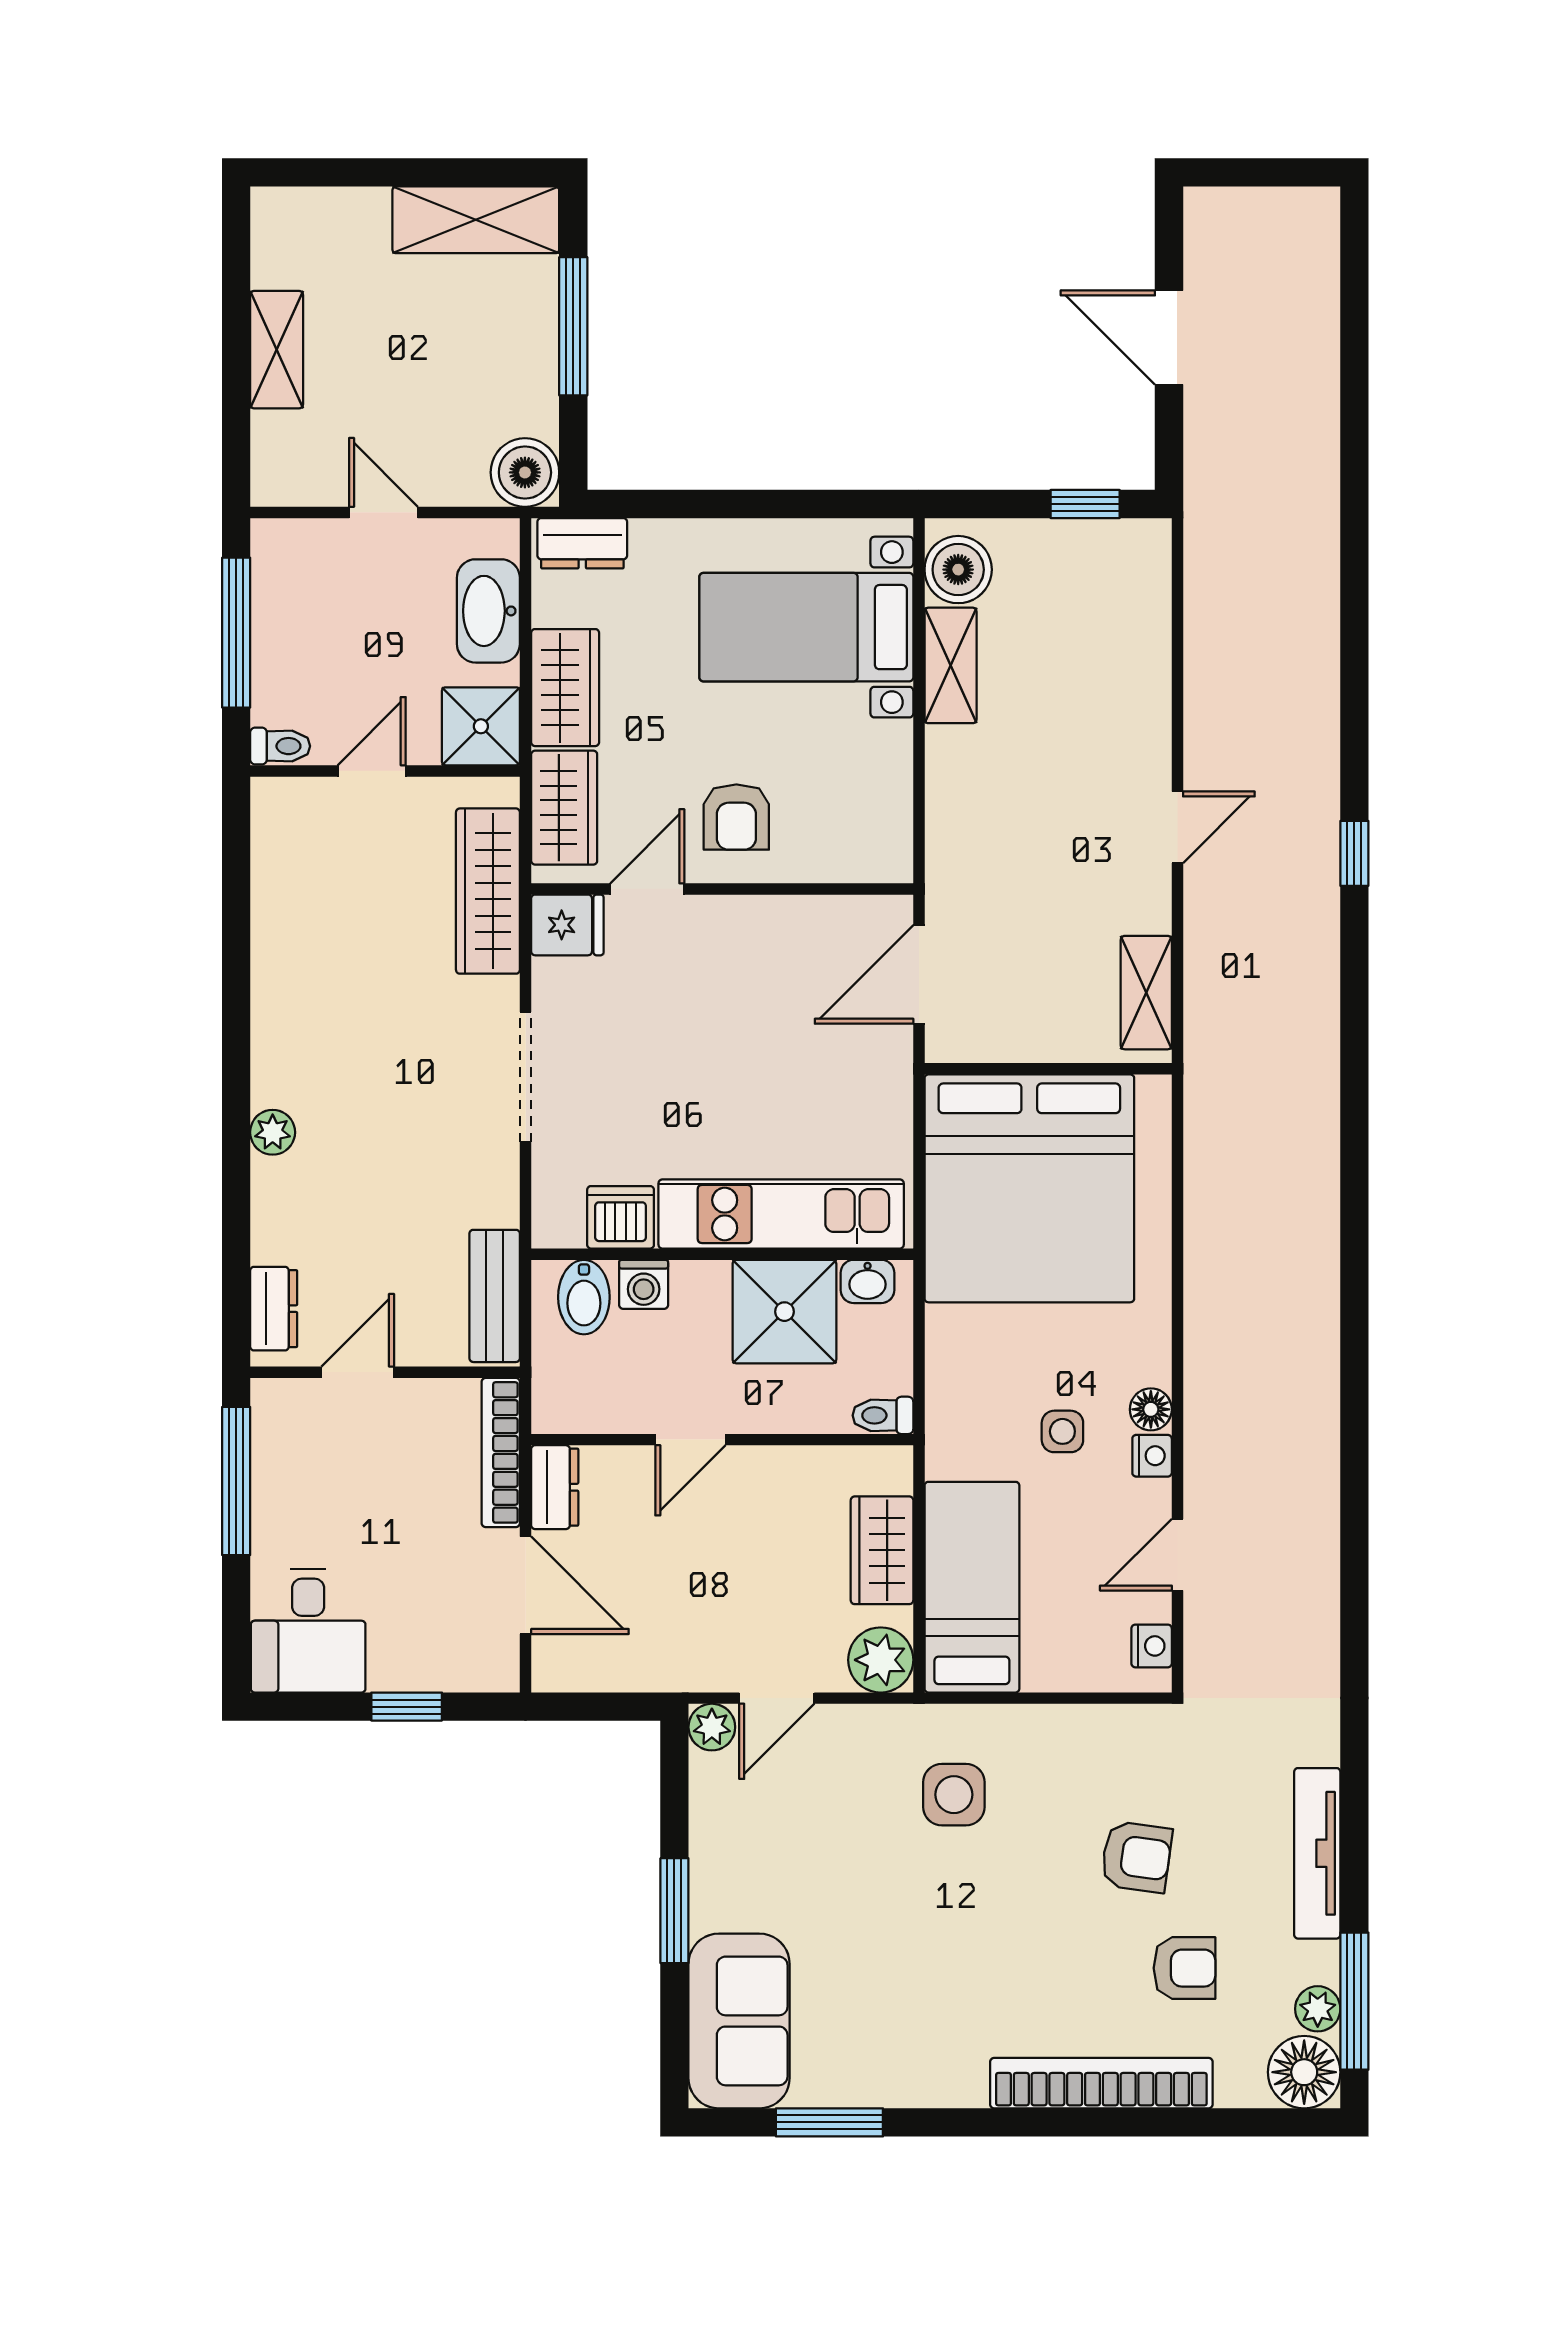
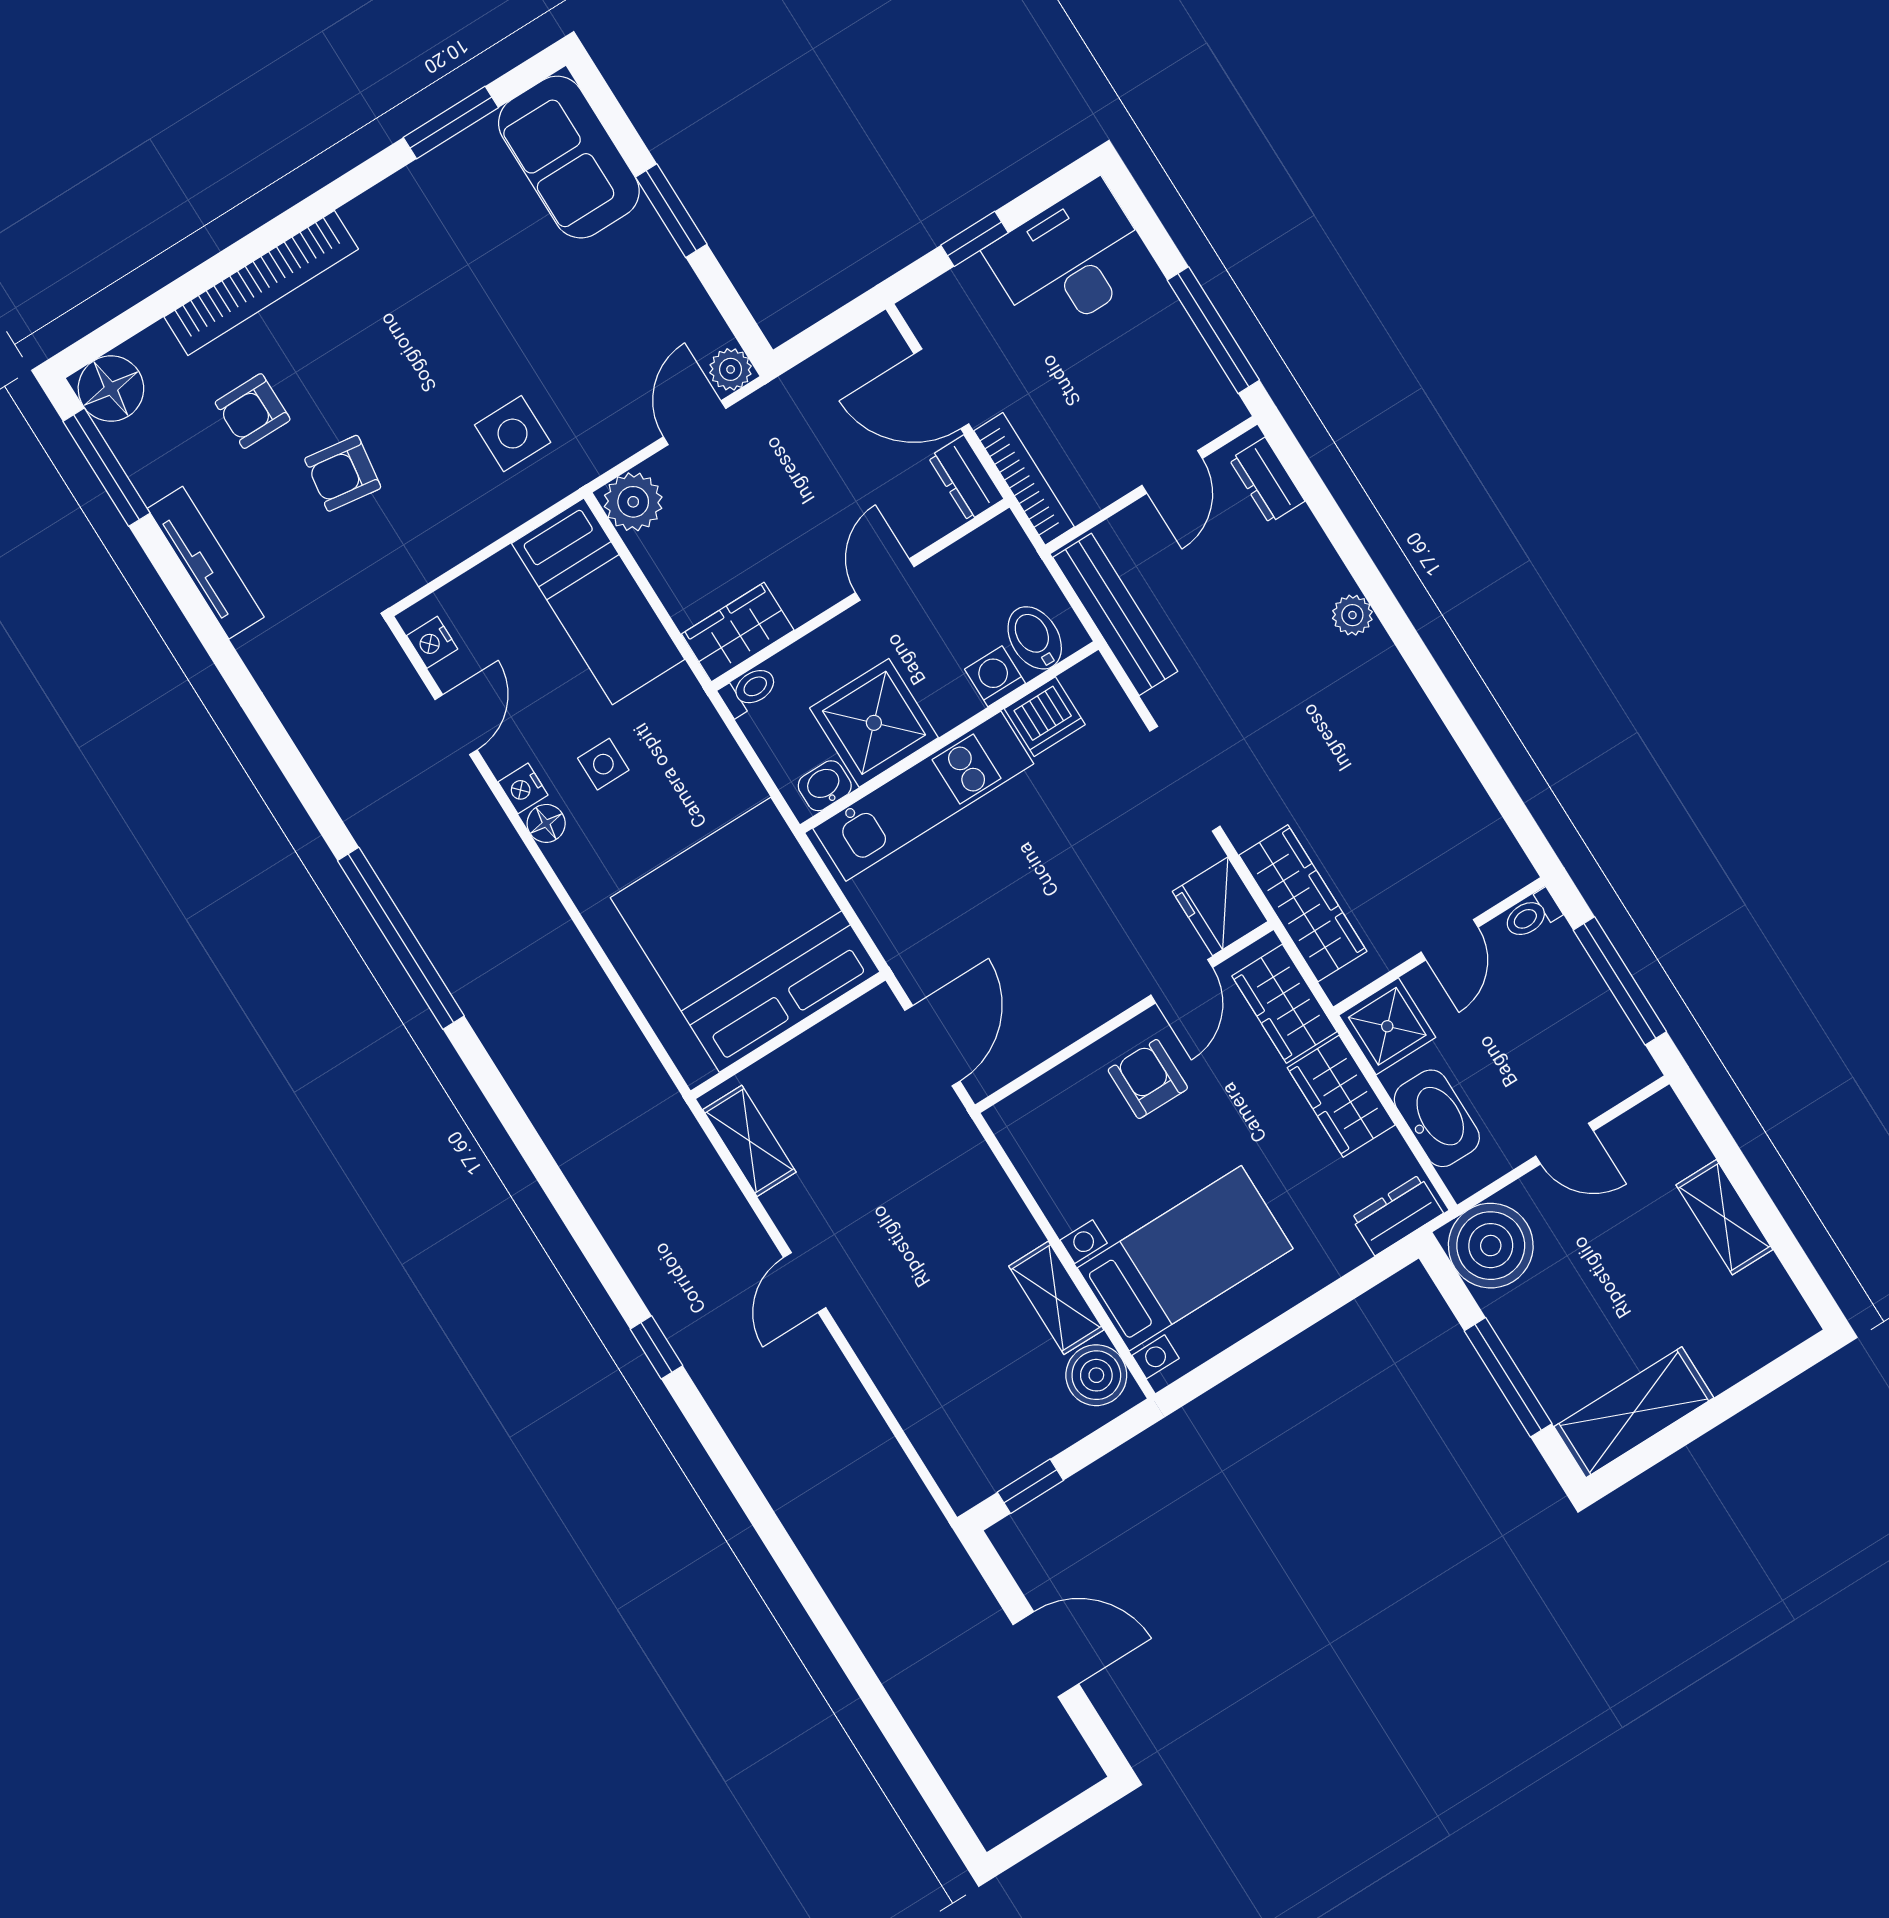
boiler: (525, 472) -> (1491, 1246), width x1.37, depth x1.37
fridge: (567, 925) -> (1220, 906), width x1.38
bench: (495, 1296) -> (1115, 614), width x1.36
window: (1354, 1387) -> (401, 938), added
wardrobe: (882, 1550) -> (738, 632), moved, turned -90
desk: (308, 1631) -> (1070, 260), width x1.37
plant: (1318, 2009) -> (131, 444), removed

